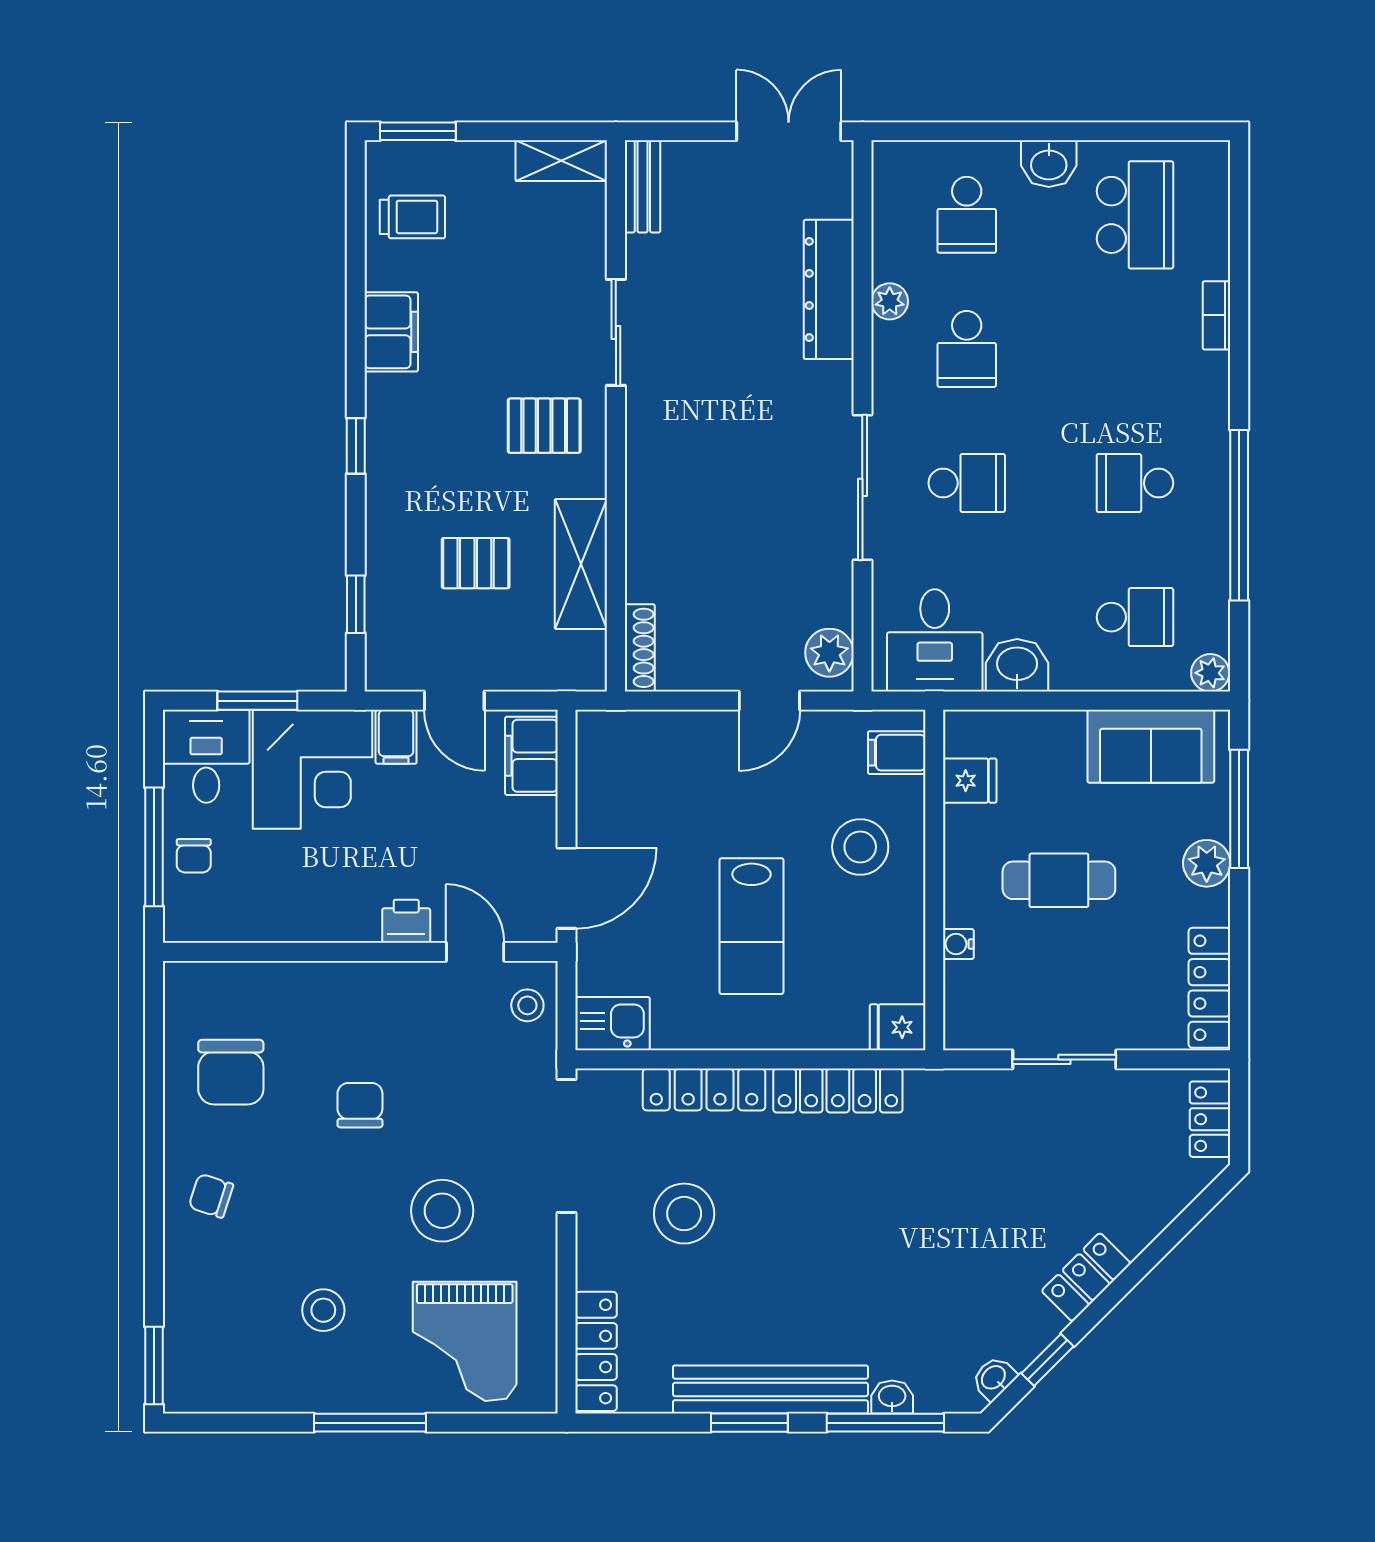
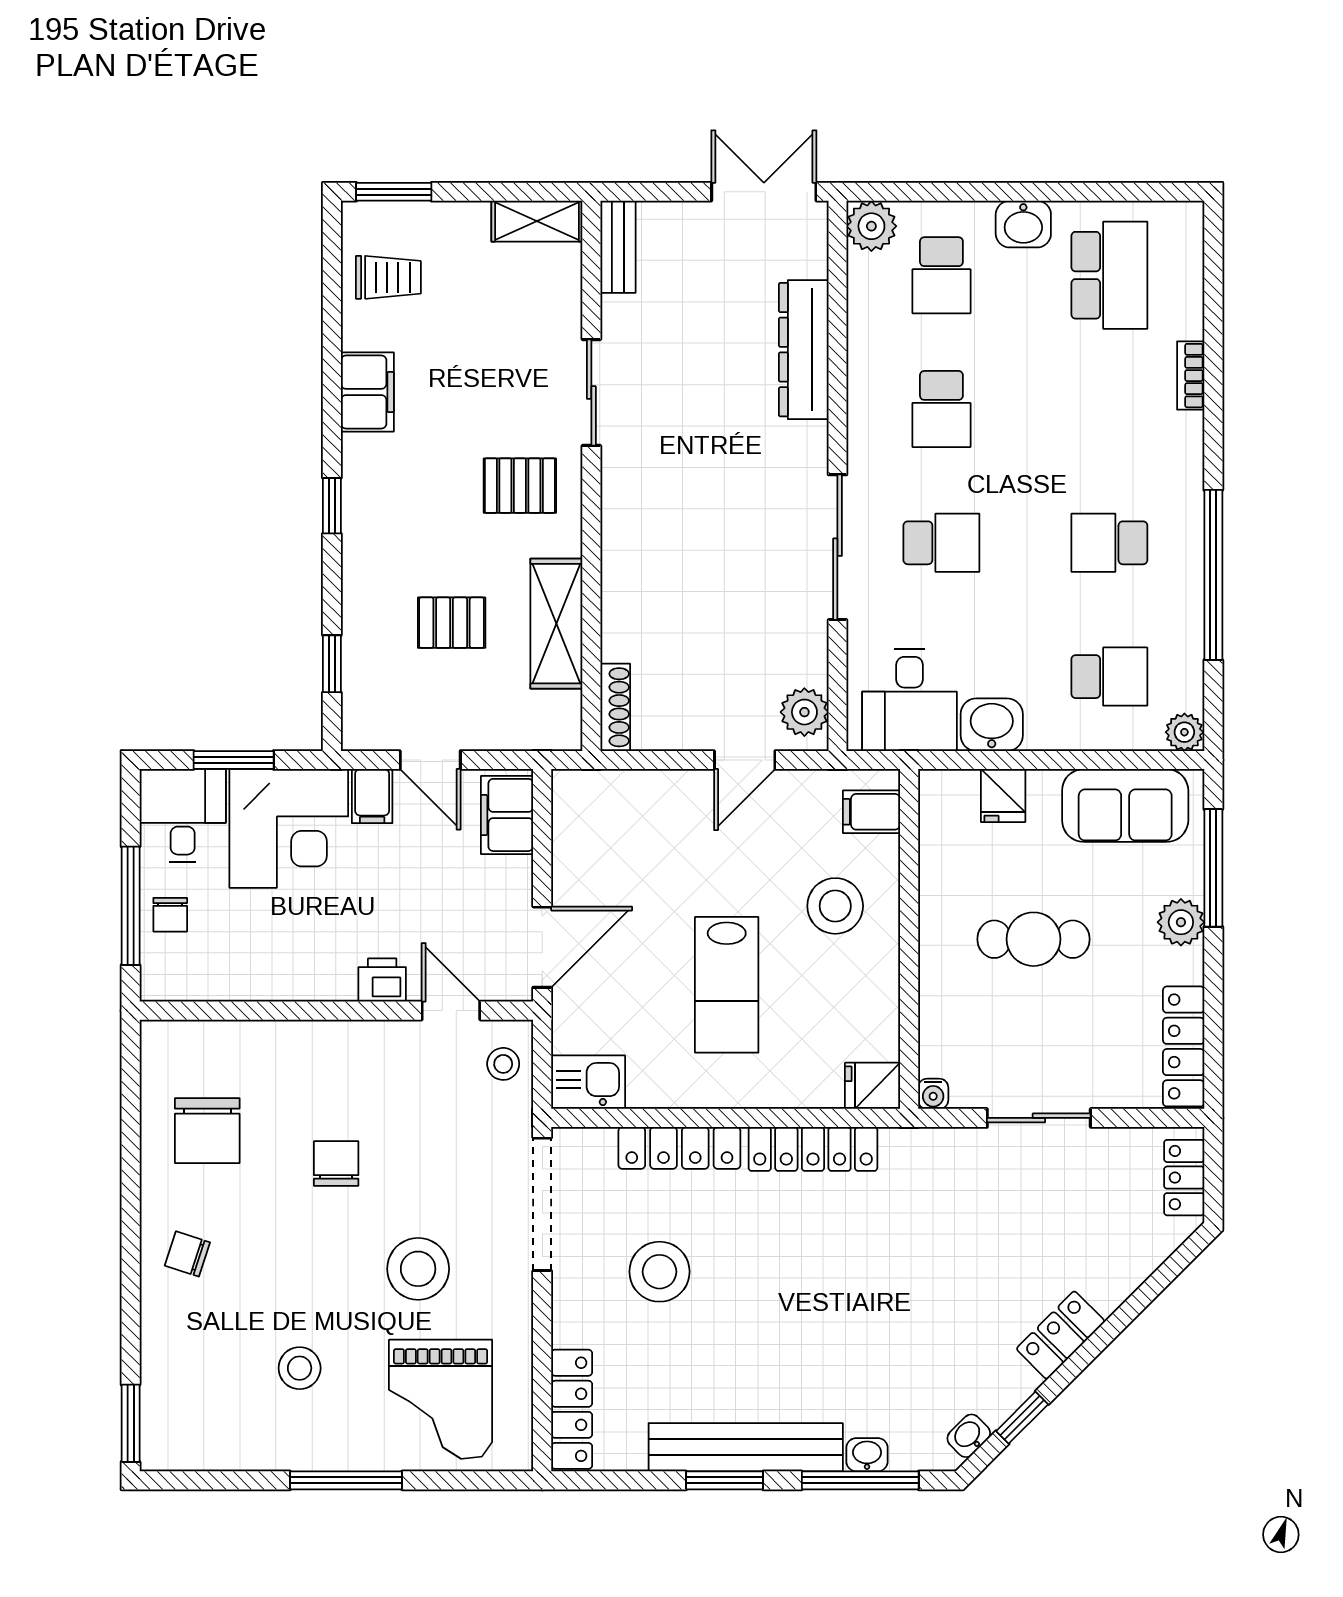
plant: (890, 301) -> (871, 226), moved, width x1.38, depth x1.38
fridge: (970, 781) -> (1003, 795), moved, turned 90
water cooler: (958, 944) -> (933, 1094), moved, turned -90

